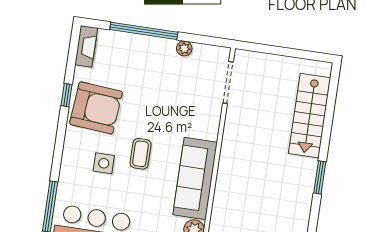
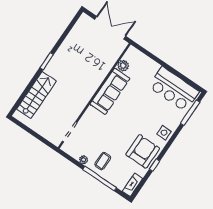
armchair: (96, 108) -> (143, 151), turned 85
coffee table: (141, 154) -> (103, 161), moved
side table: (104, 163) -> (164, 133), moved

